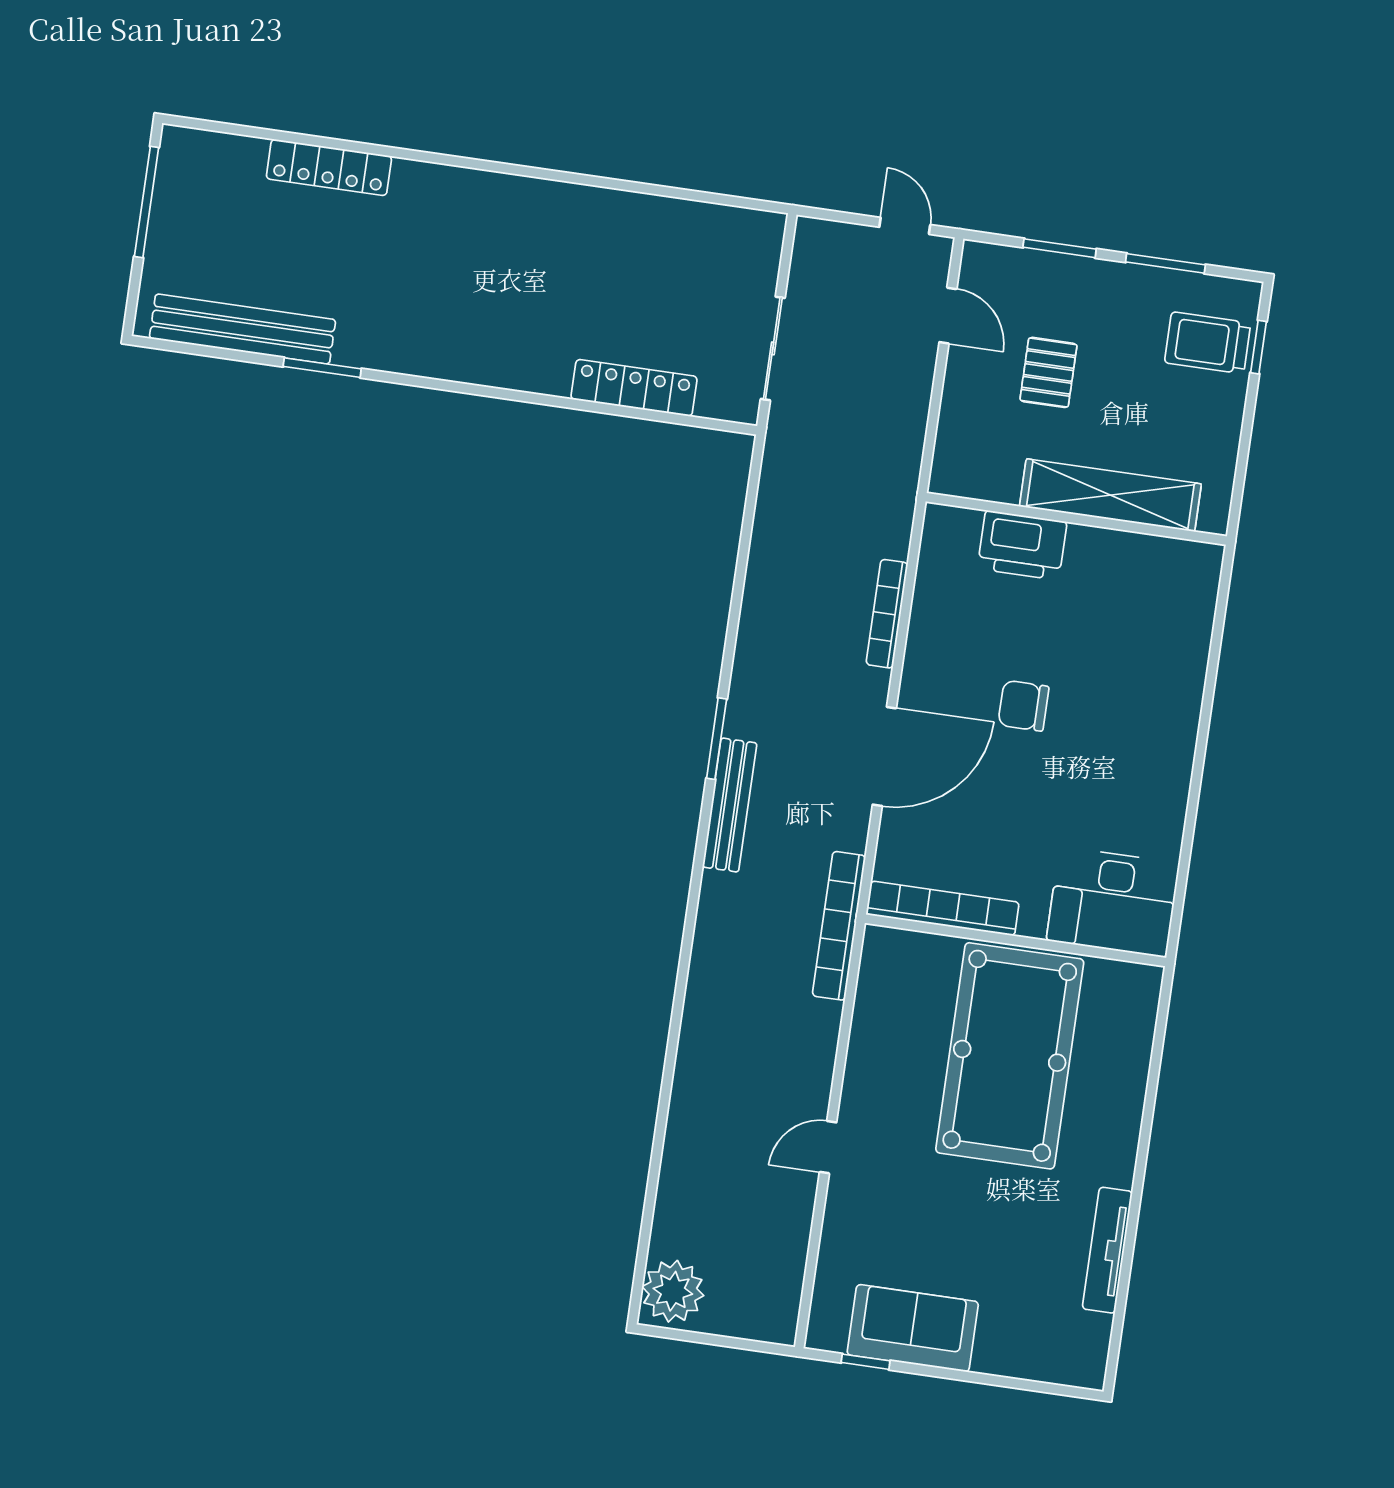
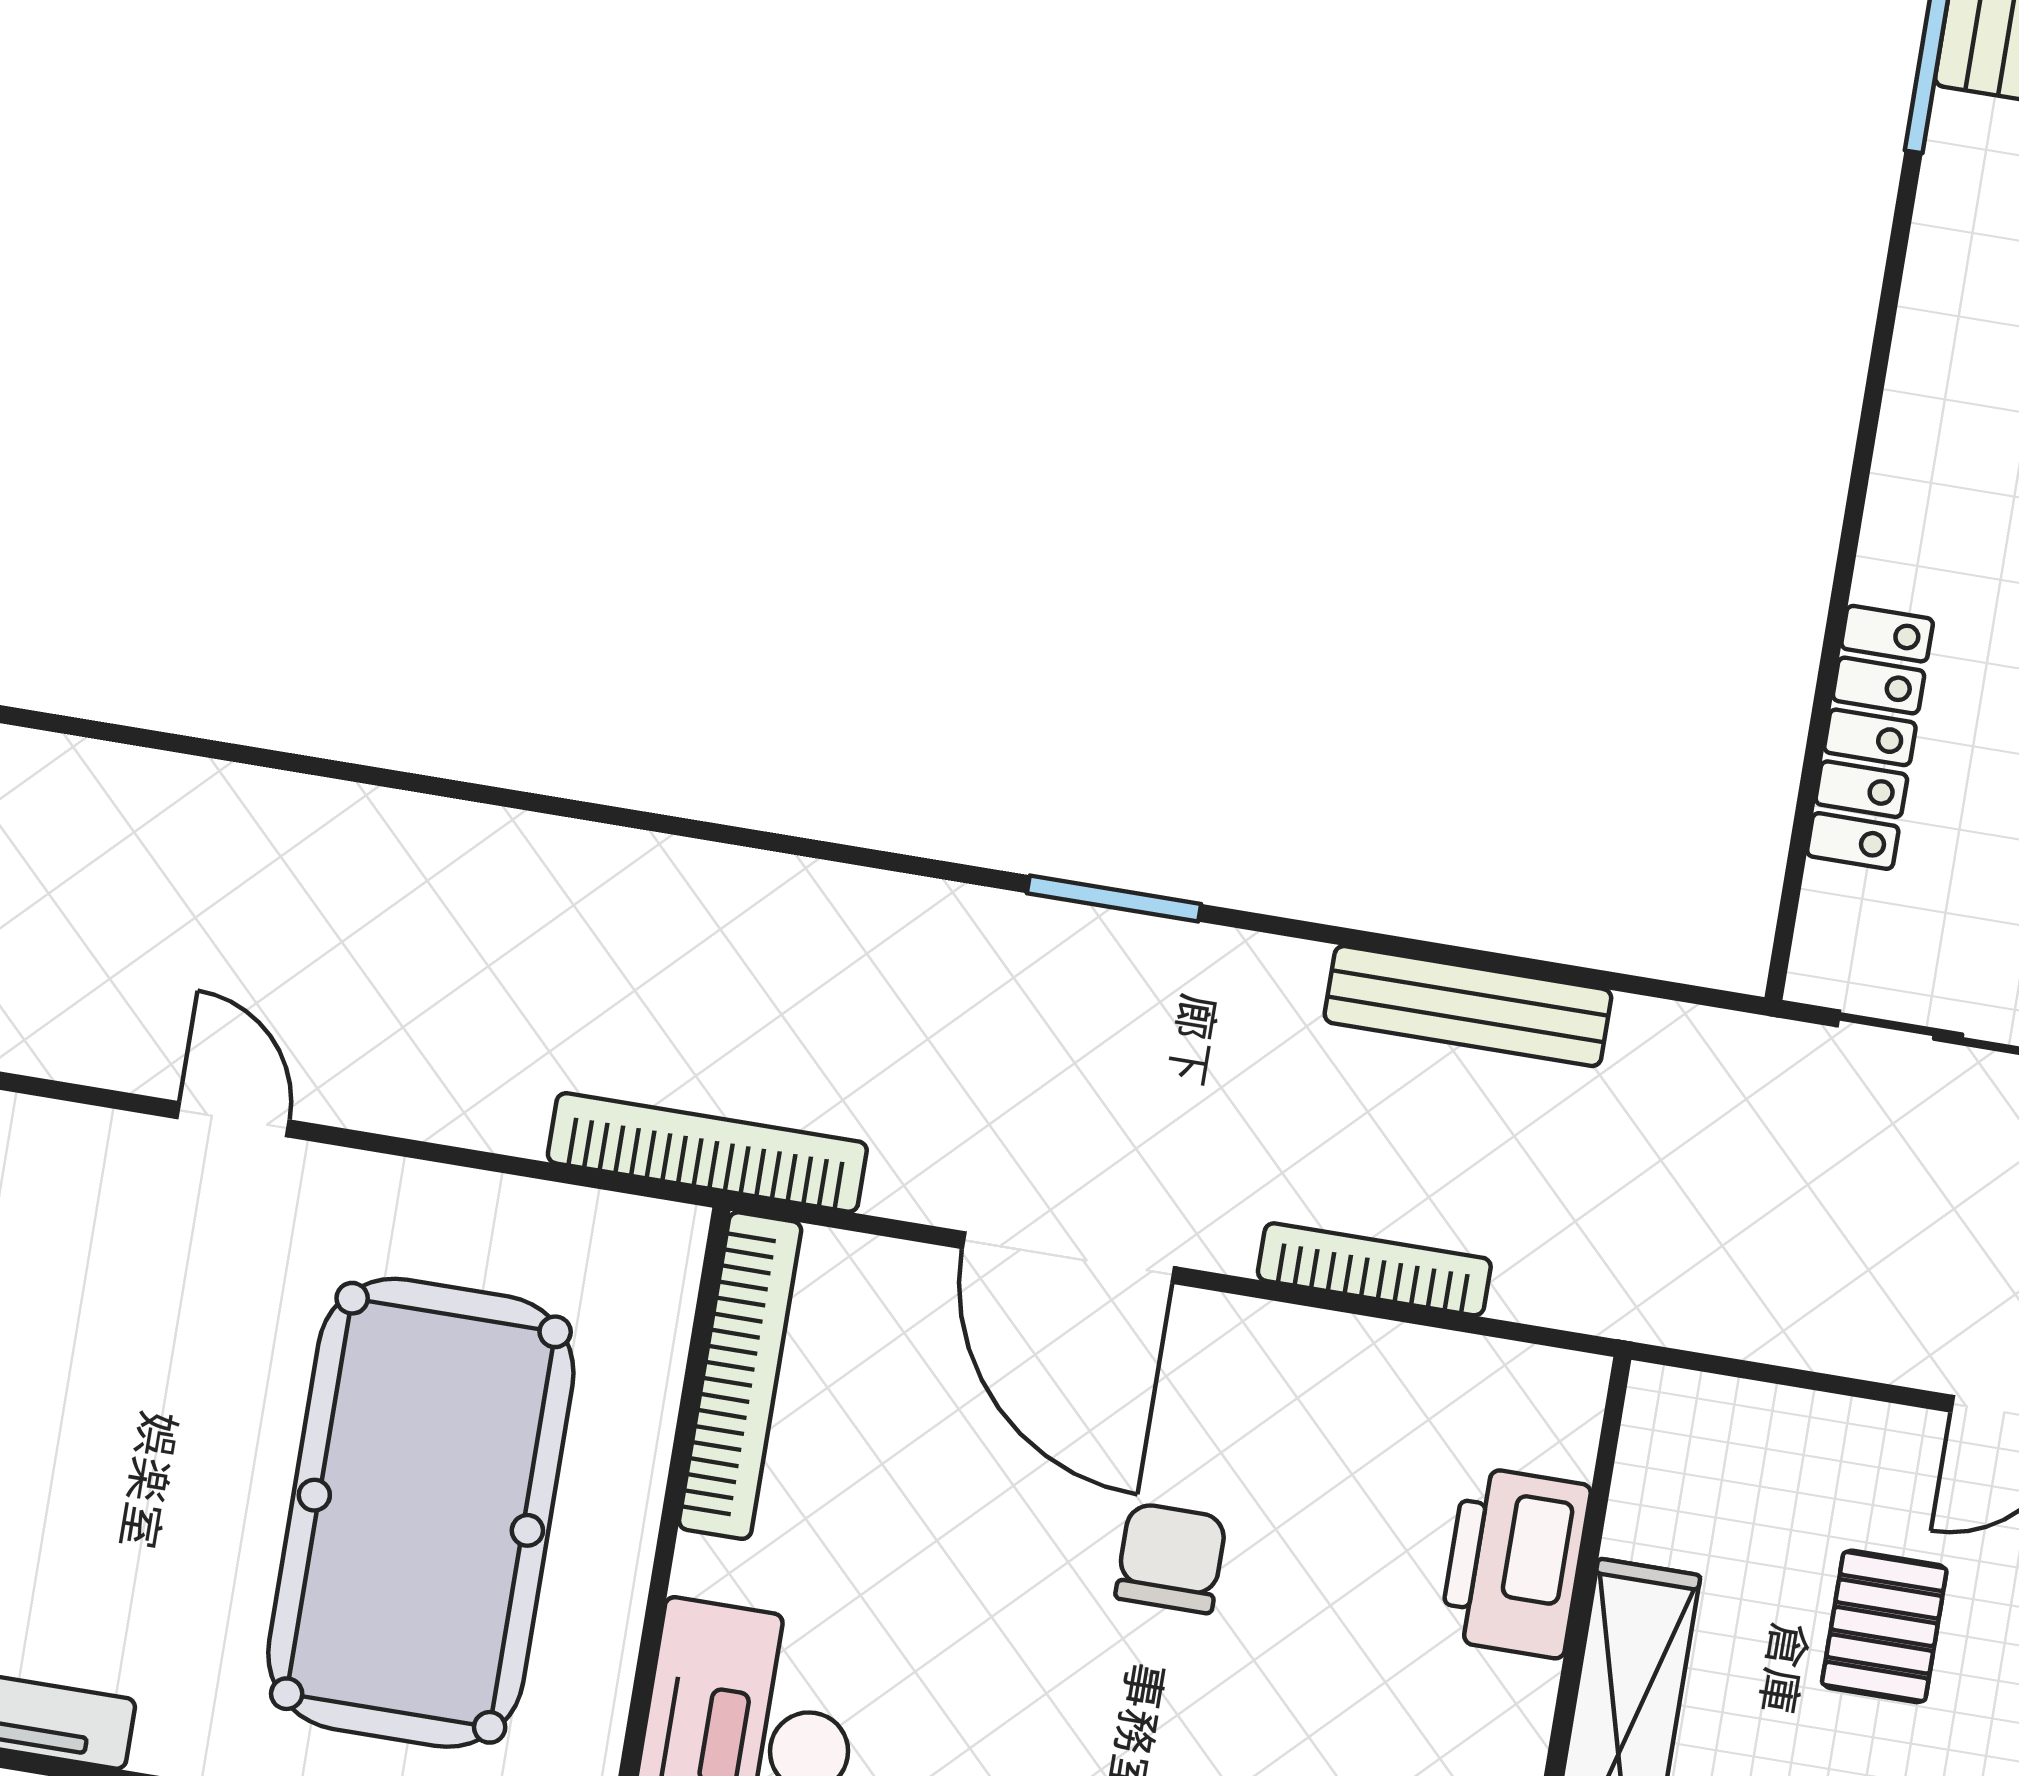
pallet: (1048, 372) -> (1884, 1626), turned 90
bench: (730, 805) -> (1468, 1006), moved
pool table: (1010, 1056) -> (421, 1513), turned 90

